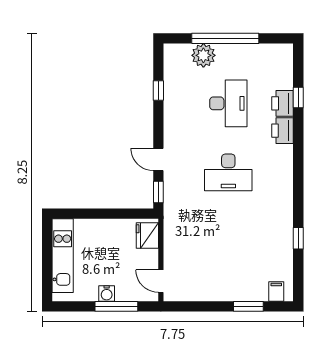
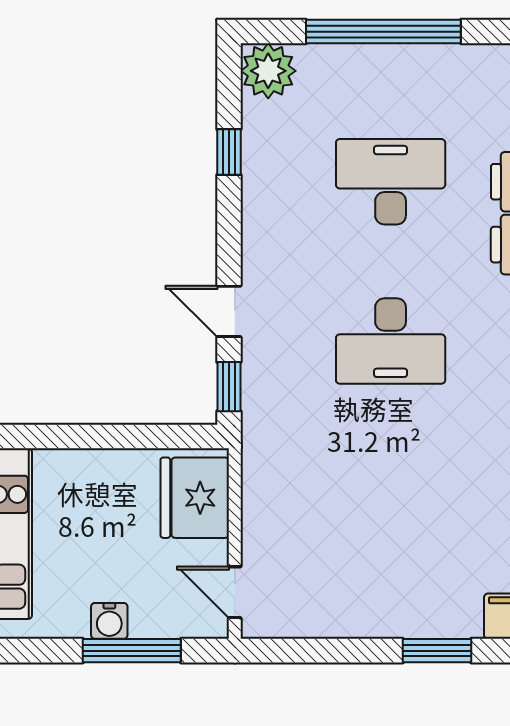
plant: (203, 55) -> (268, 71), moved
desk: (228, 103) -> (391, 182), turned -90
fridge: (147, 236) -> (195, 498), width x1.36, depth x1.34

